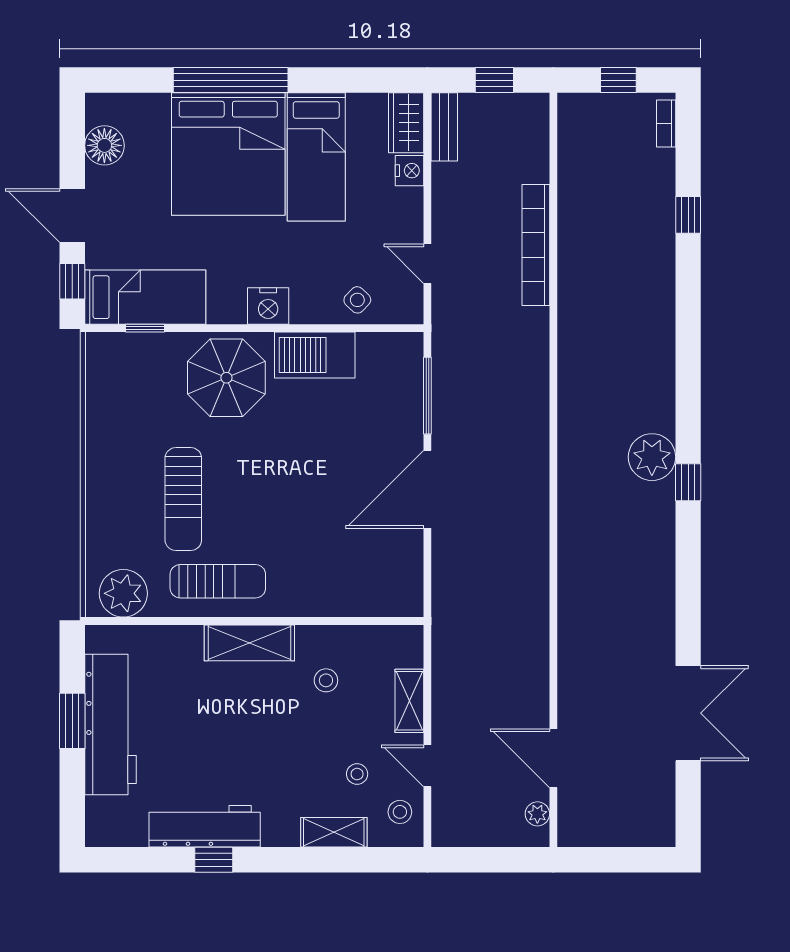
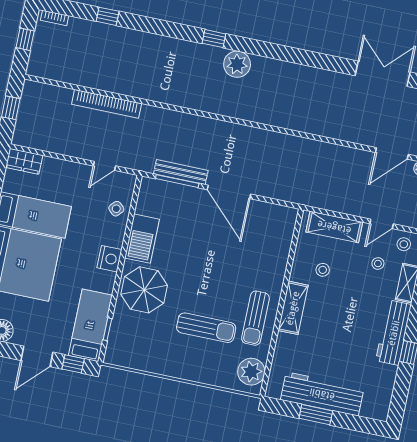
bench: (444, 127) -> (181, 172), moved, width x1.36
nightstand: (410, 171) -> (51, 165), removed
window: (688, 482) -> (214, 39), moved
sun lounger: (218, 581) -> (255, 318), turned 180
shelving: (409, 701) -> (334, 227), width x1.50, depth x1.33
workbench: (205, 826) -> (394, 333), moved

